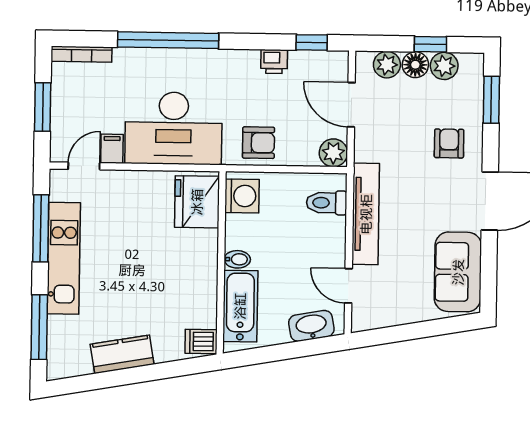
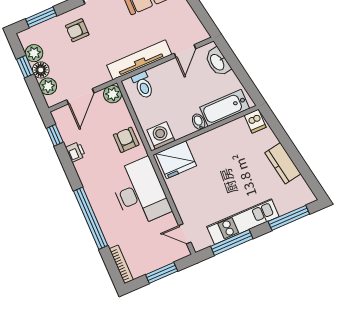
filing cabinet: (112, 149) -> (168, 222), removed

